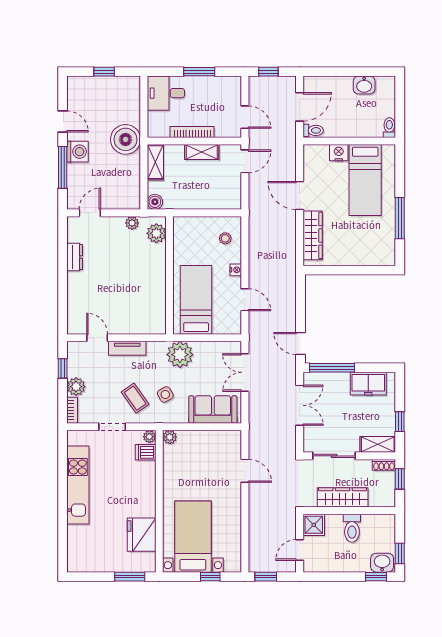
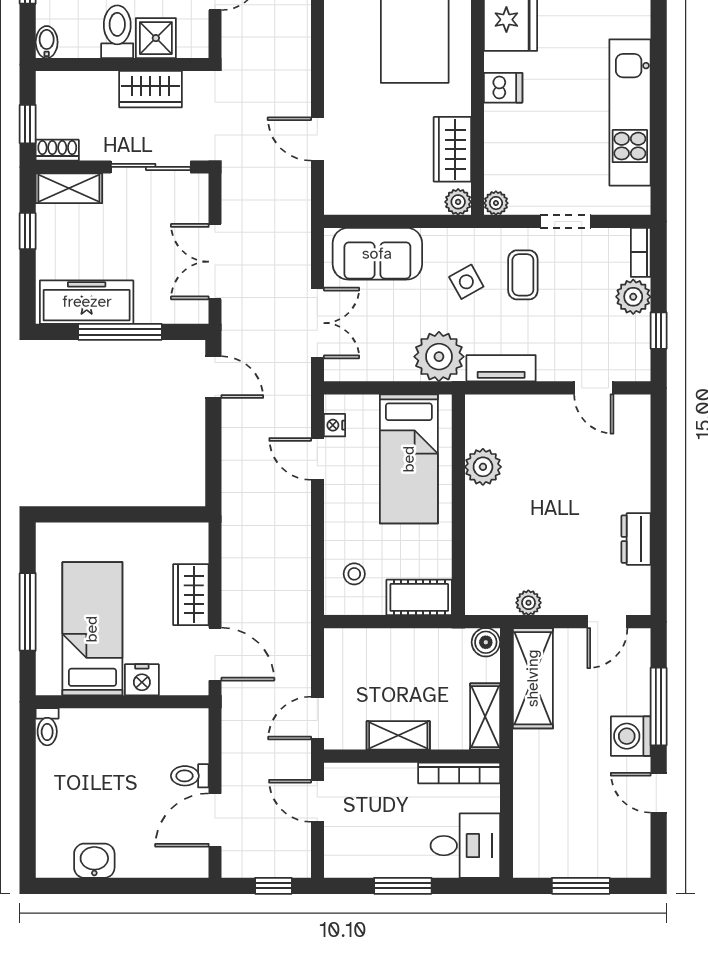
window: (104, 72) -> (581, 886), width x1.50
toilet: (389, 128) -> (47, 727), moved
bookcase: (192, 132) -> (459, 773), moved
boiler: (126, 139) -> (541, 759), removed
wall: (349, 141) -> (122, 702), moved
nightstand: (339, 153) -> (142, 680), moved
bed: (365, 180) -> (92, 629), moved
shelving: (130, 183) -> (533, 678), added
cot: (190, 226) -> (419, 597), added
plant: (156, 233) -> (483, 467), moved
wardrobe: (313, 235) -> (191, 595), width x0.67
nightstand: (236, 270) -> (335, 425), moved
tv unit: (127, 348) -> (501, 368), moved
window: (332, 368) -> (120, 332), moved
freezer: (368, 384) -> (87, 302), width x1.40
coffee table: (135, 398) -> (523, 275), turned 35
dishwasher: (146, 452) -> (503, 88), moved
wardrobe: (173, 465) -> (452, 149), added
wardrobe: (343, 497) -> (150, 89), width x0.67
bidet: (390, 523) -> (47, 42), added
shower: (314, 525) -> (156, 38), moved

